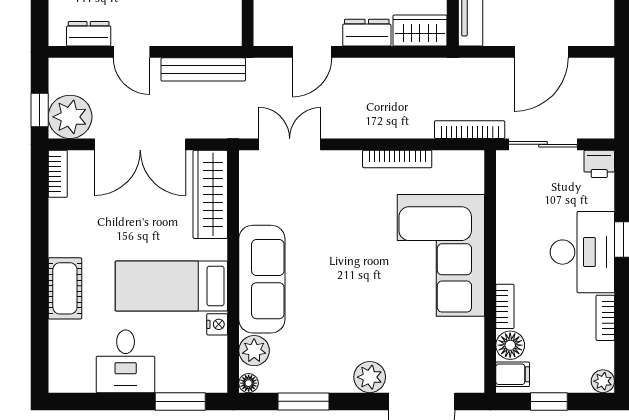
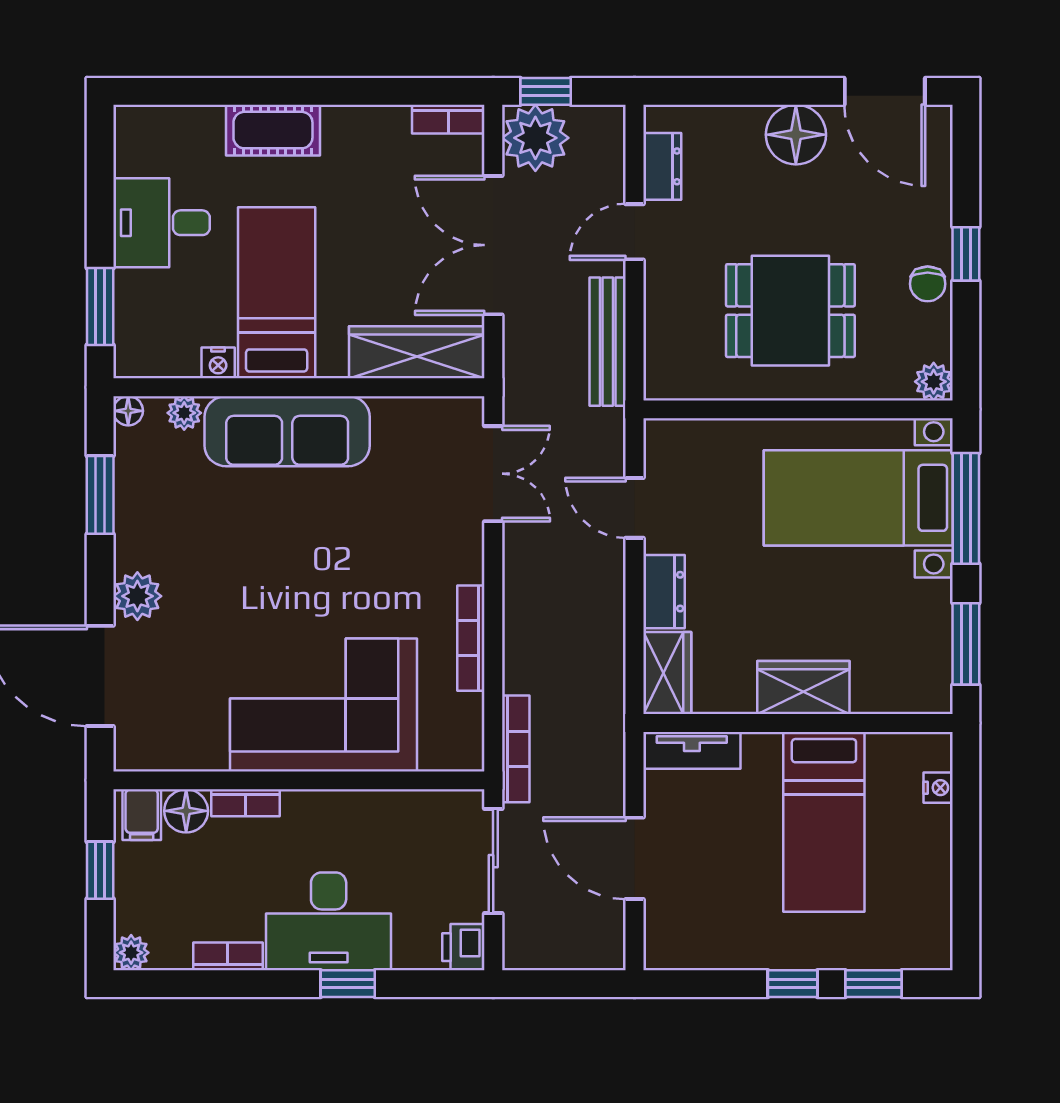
plant: (254, 351) -> (184, 413), width x0.73, depth x0.73

